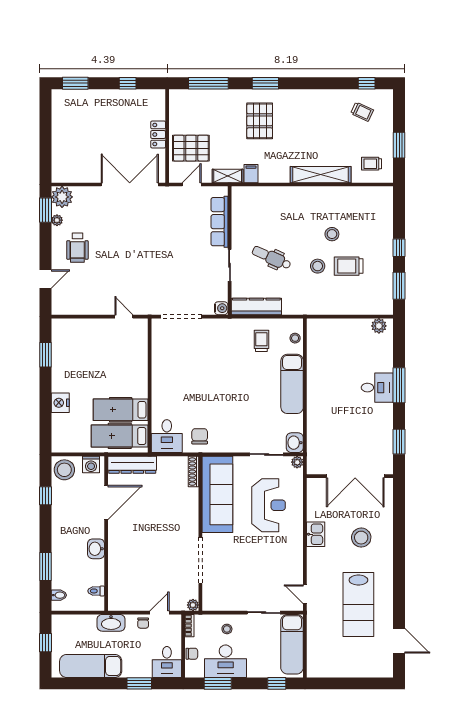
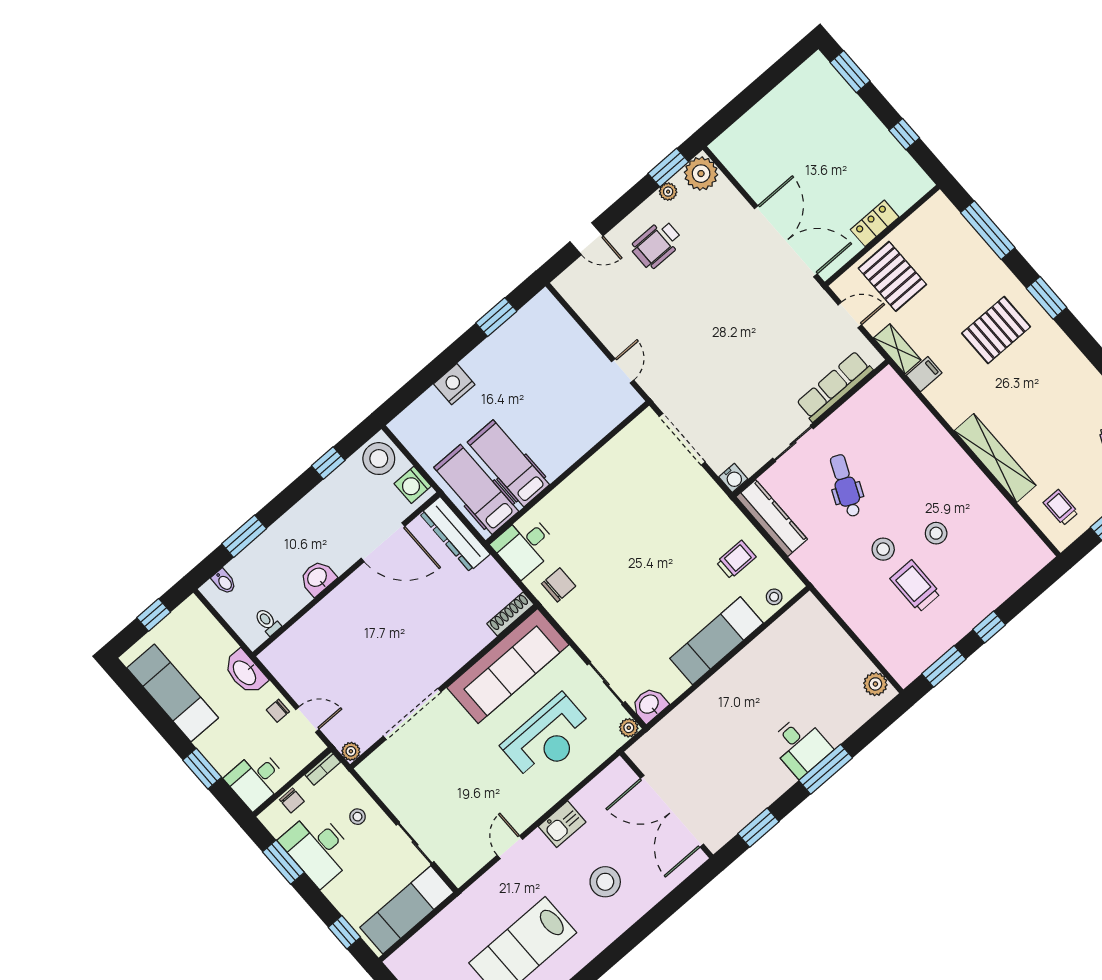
door: (305, 594) -> (510, 847), moved

